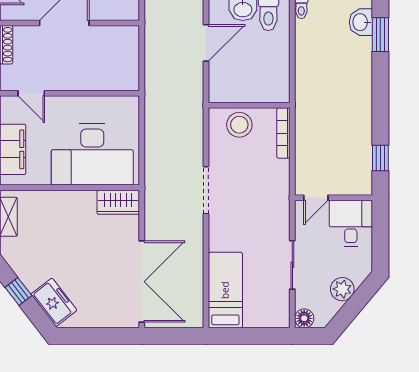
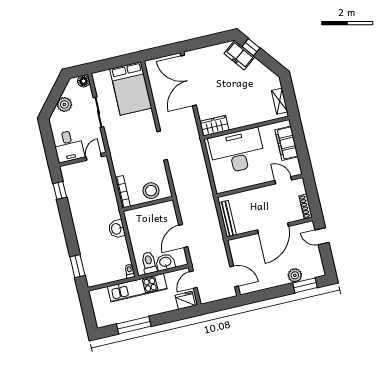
washbasin: (361, 22) -> (117, 229), moved, turned 180
bench: (131, 54) -> (227, 219), added
bed: (225, 290) -> (131, 88), width x1.50
window: (18, 291) -> (251, 47), moved

